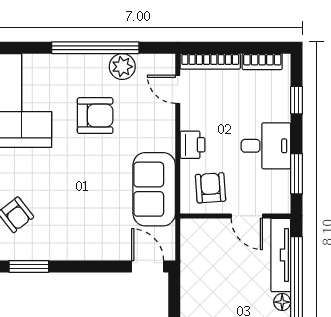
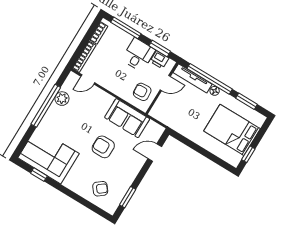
window: (297, 100) -> (126, 28), width x2.17
armchair: (95, 116) -> (103, 147), moved, turned -90
printer: (192, 145) -> (159, 60), moved, turned 180
door: (148, 266) -> (155, 153), moved

